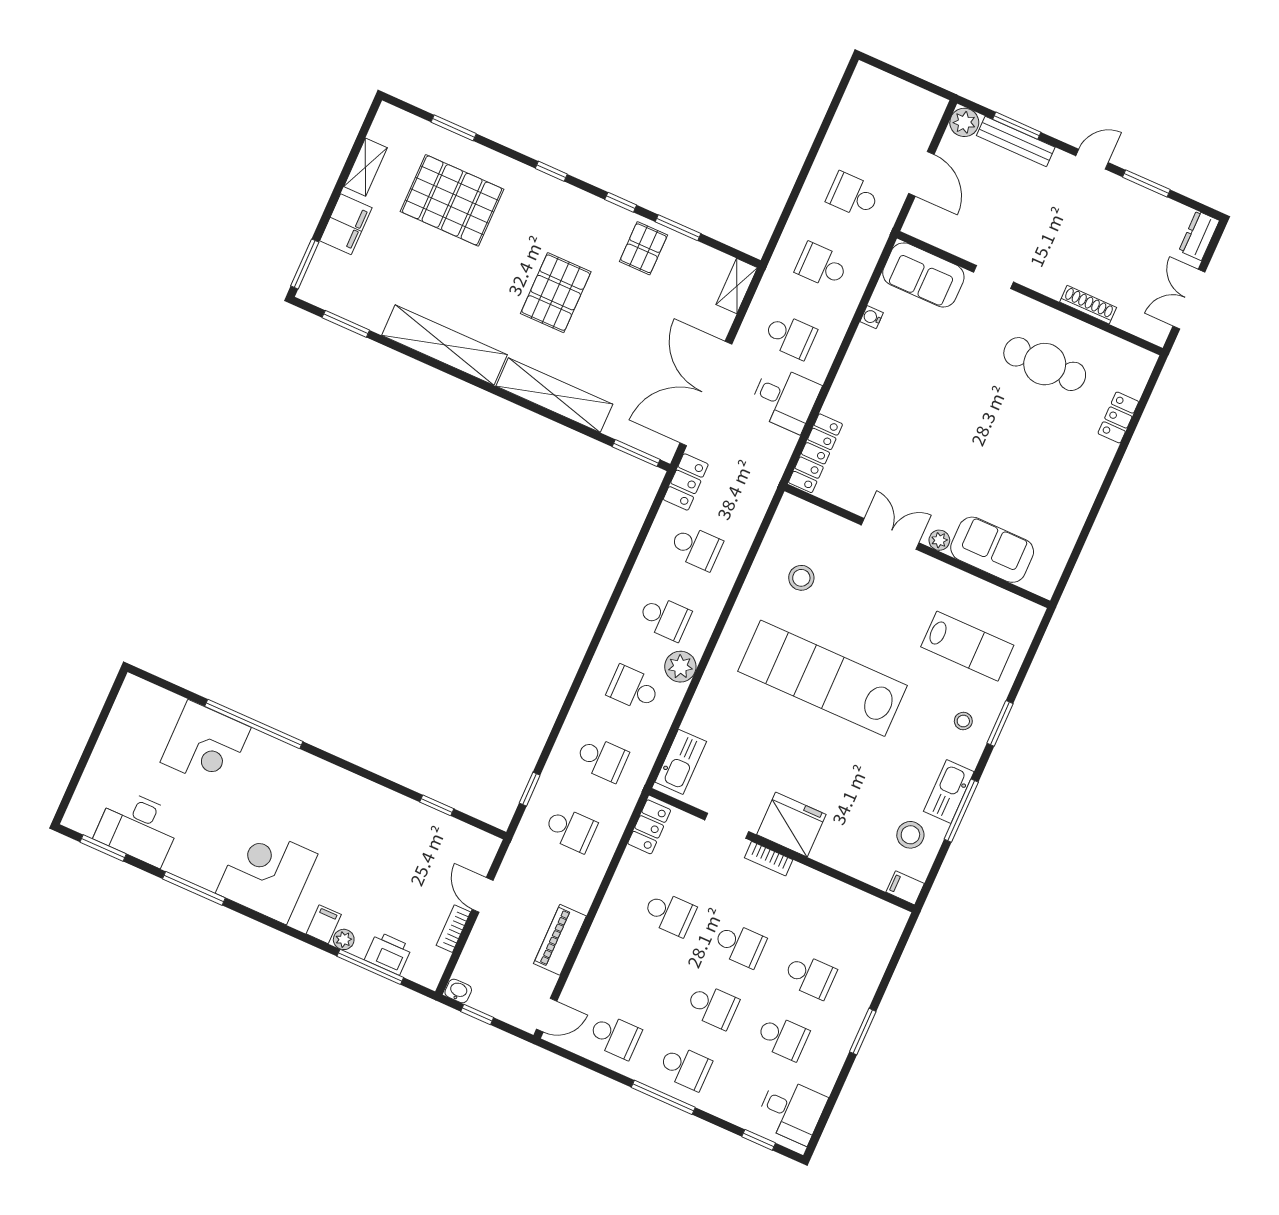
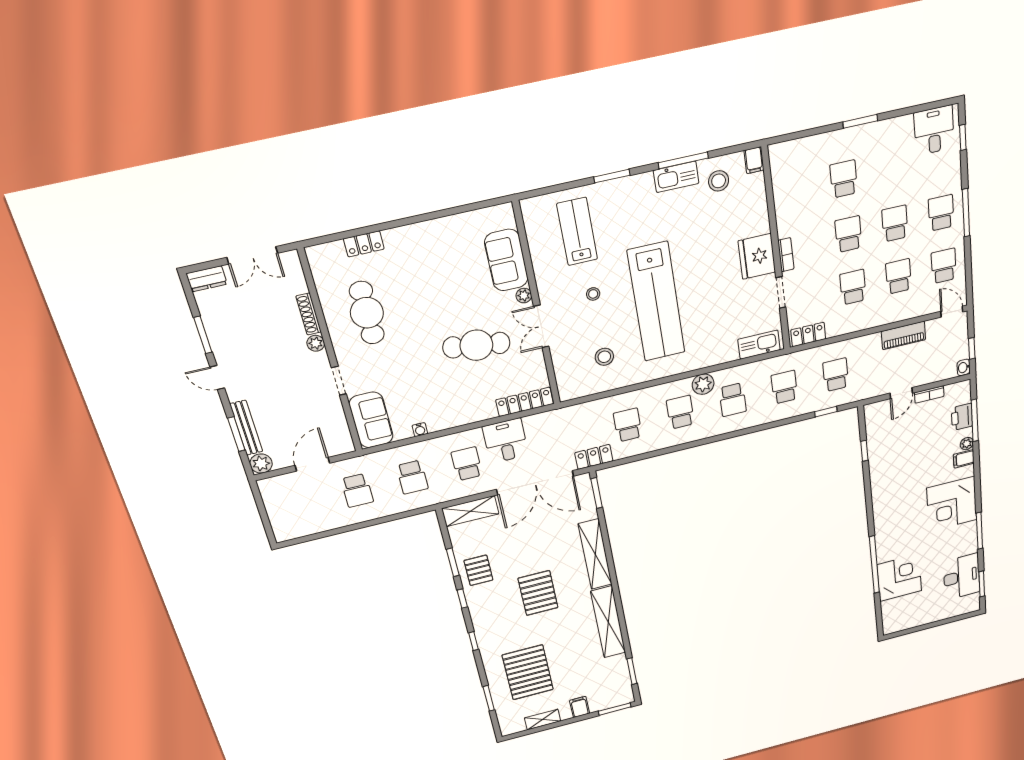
filing cabinet: (346, 224) -> (580, 707), width x0.50
pallet: (643, 248) -> (478, 570), turned 90
shelving: (737, 286) -> (470, 511), width x1.50, depth x1.33
plant: (1052, 287) -> (316, 343), added
pallet: (556, 293) -> (538, 593), turned 90
cafe table: (922, 450) -> (476, 345), added
stool: (963, 721) -> (593, 294), moved
school desk: (783, 1037) -> (899, 276), moved

